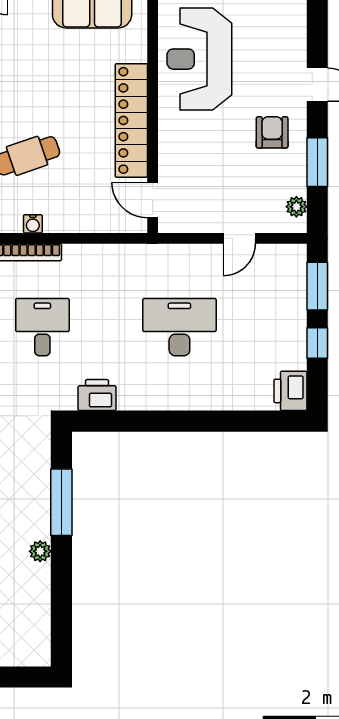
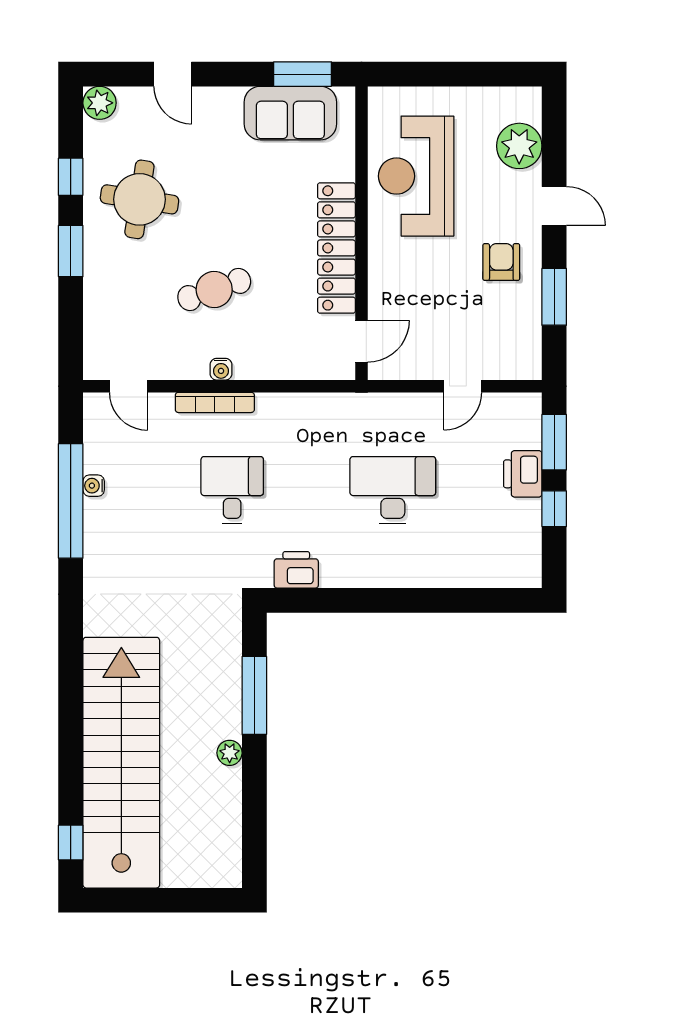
door: (153, 200) -> (361, 341), swing flipped
plant: (296, 207) -> (519, 146), moved, width x1.87, depth x1.87
printer: (290, 391) -> (523, 474), moved

